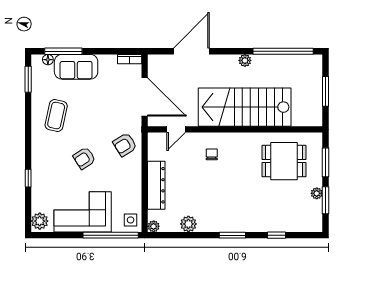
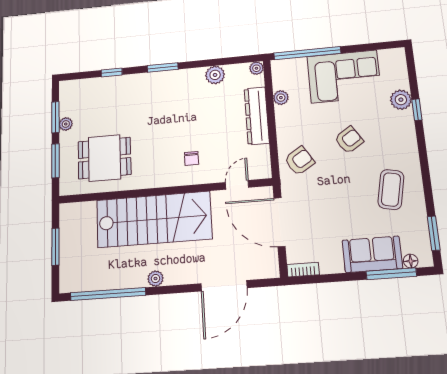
plant: (135, 199) -> (281, 98), added
side table: (131, 220) -> (285, 73), removed
plant: (40, 221) -> (401, 100), moved

